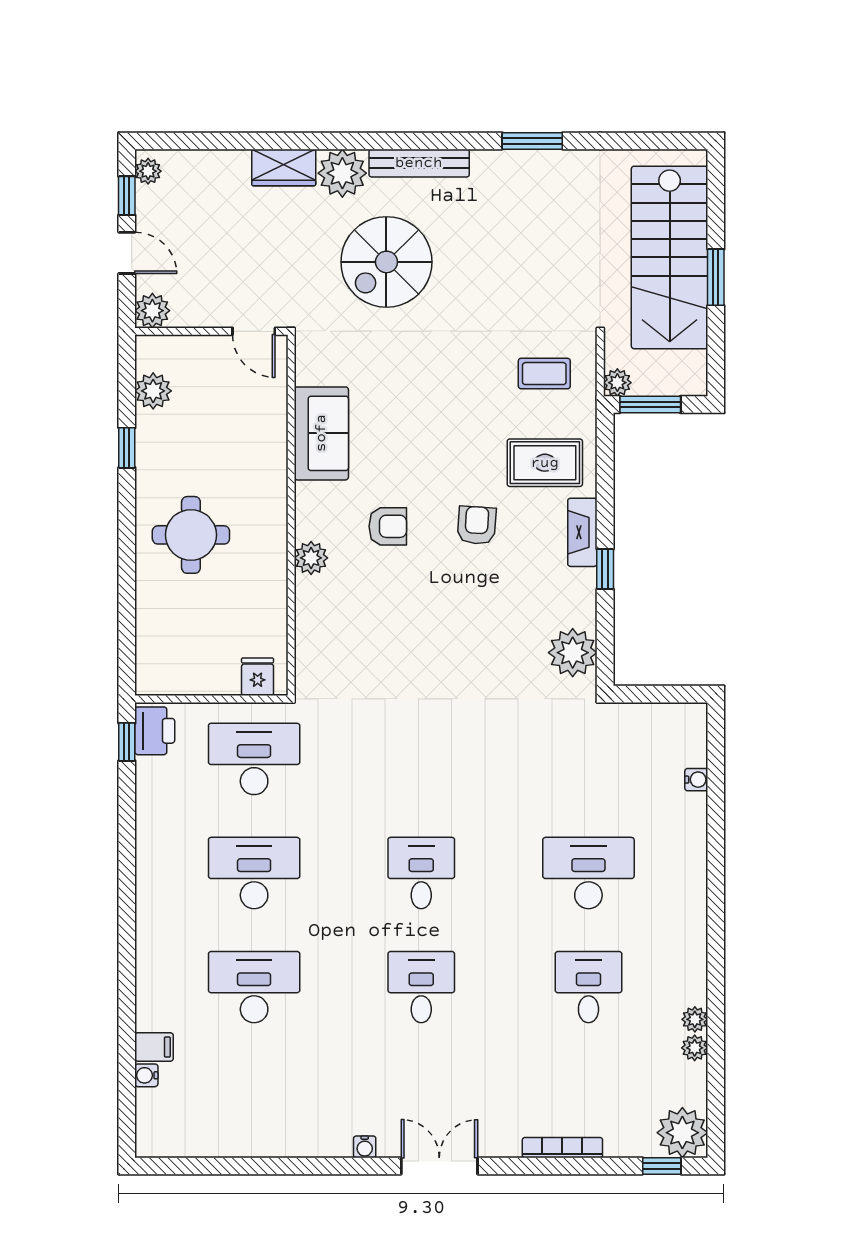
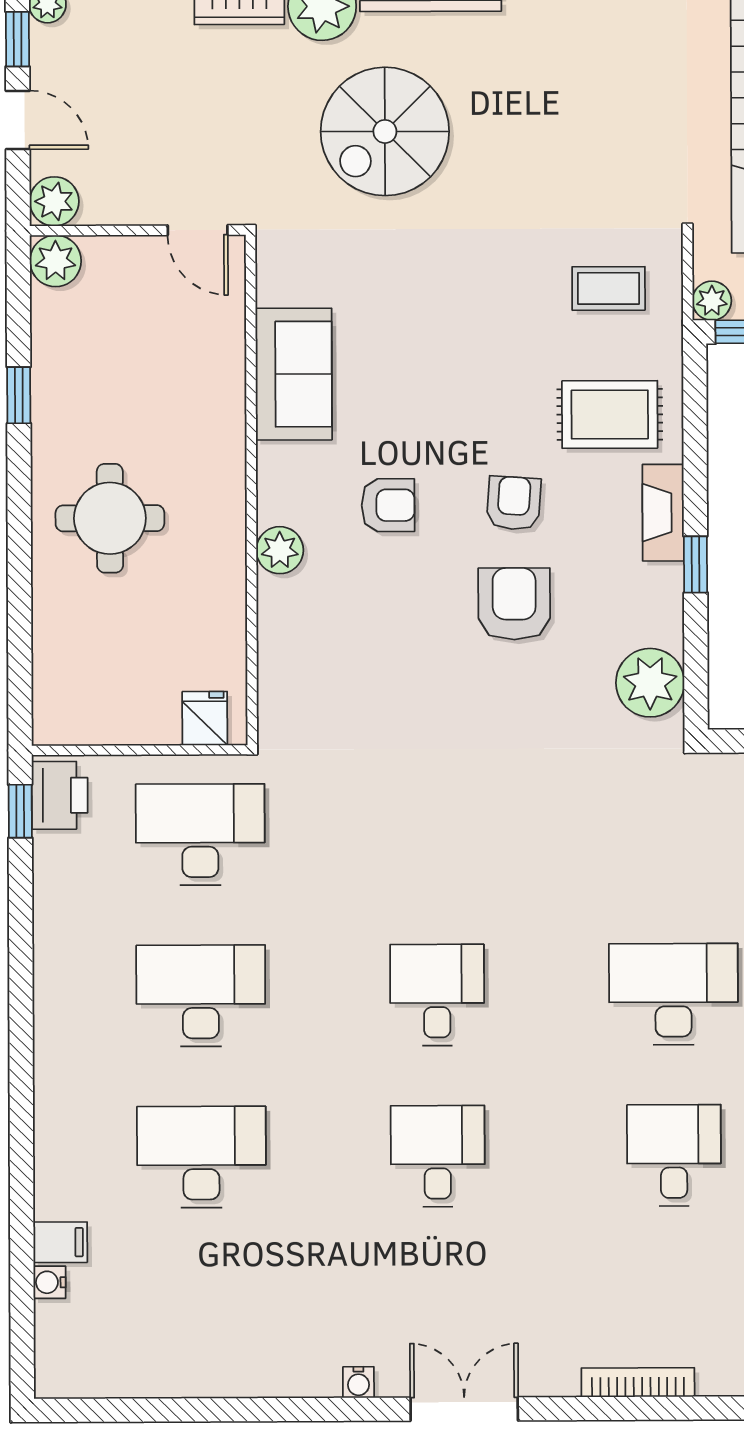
plant: (153, 391) -> (56, 261), moved
armchair: (477, 596) -> (514, 604), added

